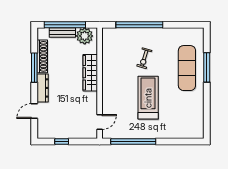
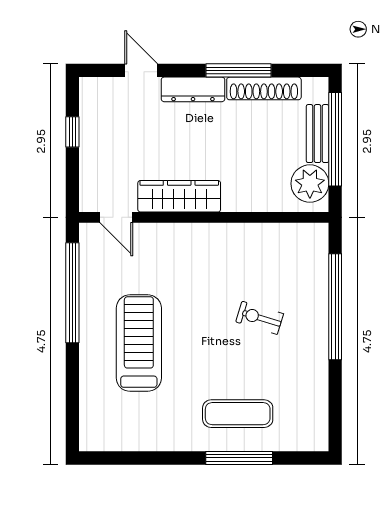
exercise mat: (187, 68) -> (238, 414), width x0.73, depth x0.69
wardrobe: (90, 73) -> (179, 196), moved
treadmill: (148, 98) -> (139, 343), moved, turned -90

